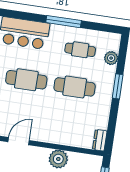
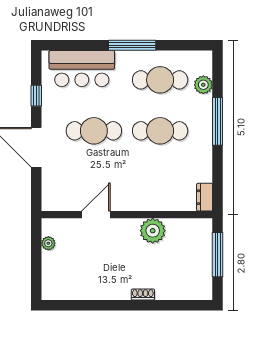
cafe table: (80, 50) -> (160, 80), width x1.37, depth x1.35
window: (118, 86) -> (218, 121), width x1.44

